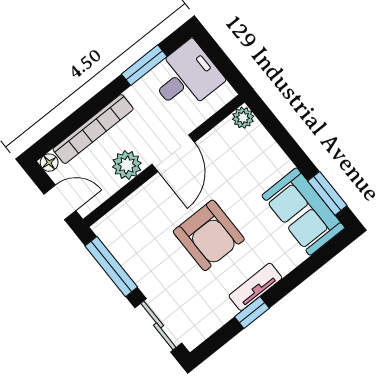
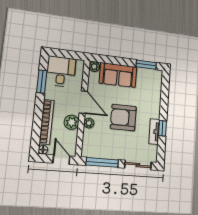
plant: (150, 191) -> (89, 123), added
door: (60, 202) -> (61, 160), hinge flipped
sofa: (303, 212) -> (118, 75), moved
armchair: (209, 235) -> (123, 118), turned 180
tv unit: (255, 287) -> (154, 132), moved

